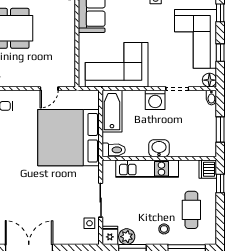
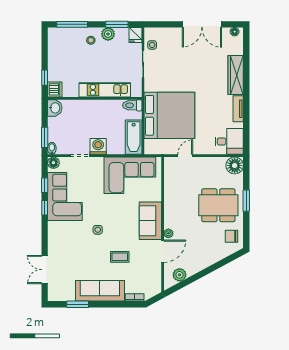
window: (220, 13) -> (45, 208), moved
window: (220, 129) -> (45, 137), moved
washbasin: (159, 148) -> (55, 108), moved, turned -90
cafe table: (191, 210) -> (68, 56), removed
plant: (127, 237) -> (108, 34), moved

